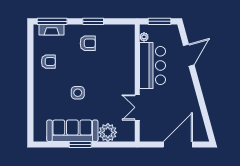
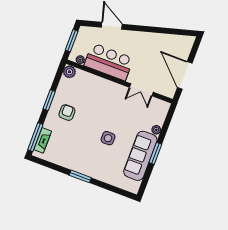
plant: (128, 31) -> (69, 72), added
armchair: (48, 62) -> (70, 154), removed
window: (30, 80) -> (80, 176), added
plant: (108, 132) -> (156, 130), width x0.53, depth x0.53
door: (178, 145) -> (185, 75), moved

